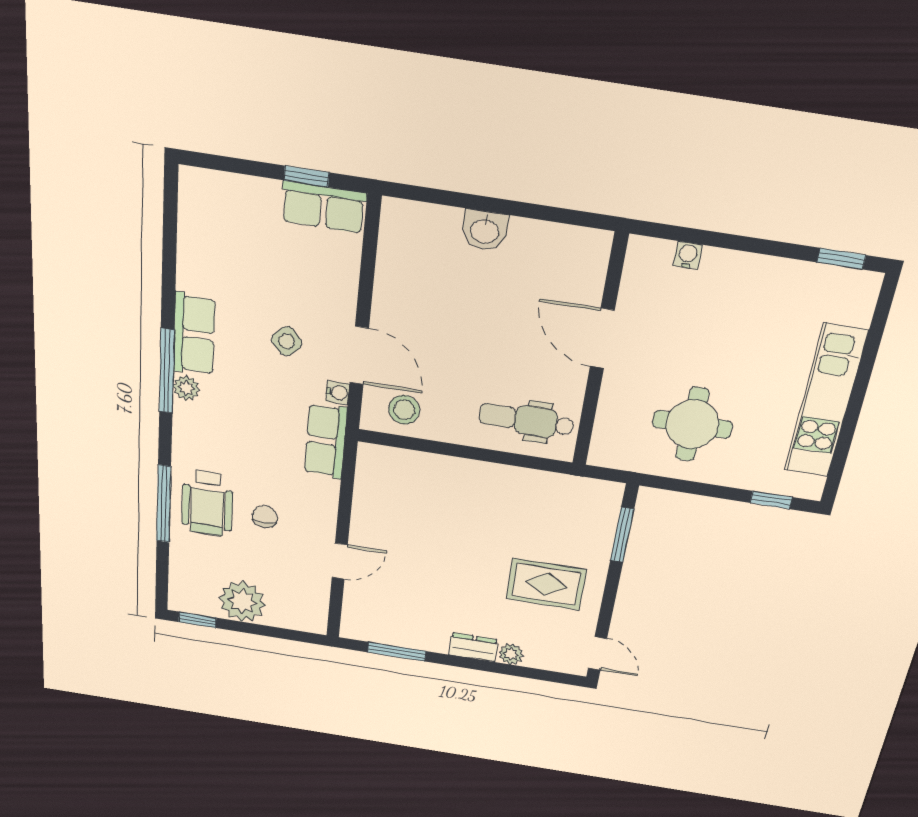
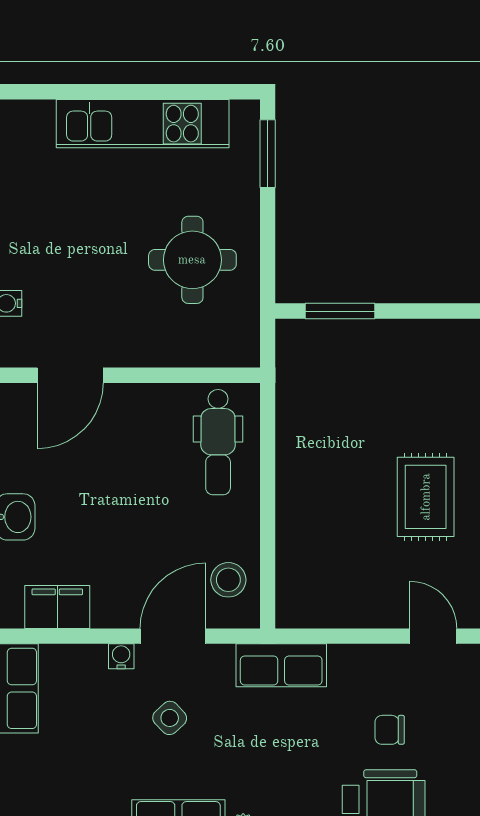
filing cabinet: (396, 257) -> (57, 607), added
door: (602, 338) -> (70, 375), moved
water cooler: (338, 393) -> (121, 656), moved
window: (771, 500) -> (268, 154), width x1.50
rug: (546, 584) -> (426, 497), moved

